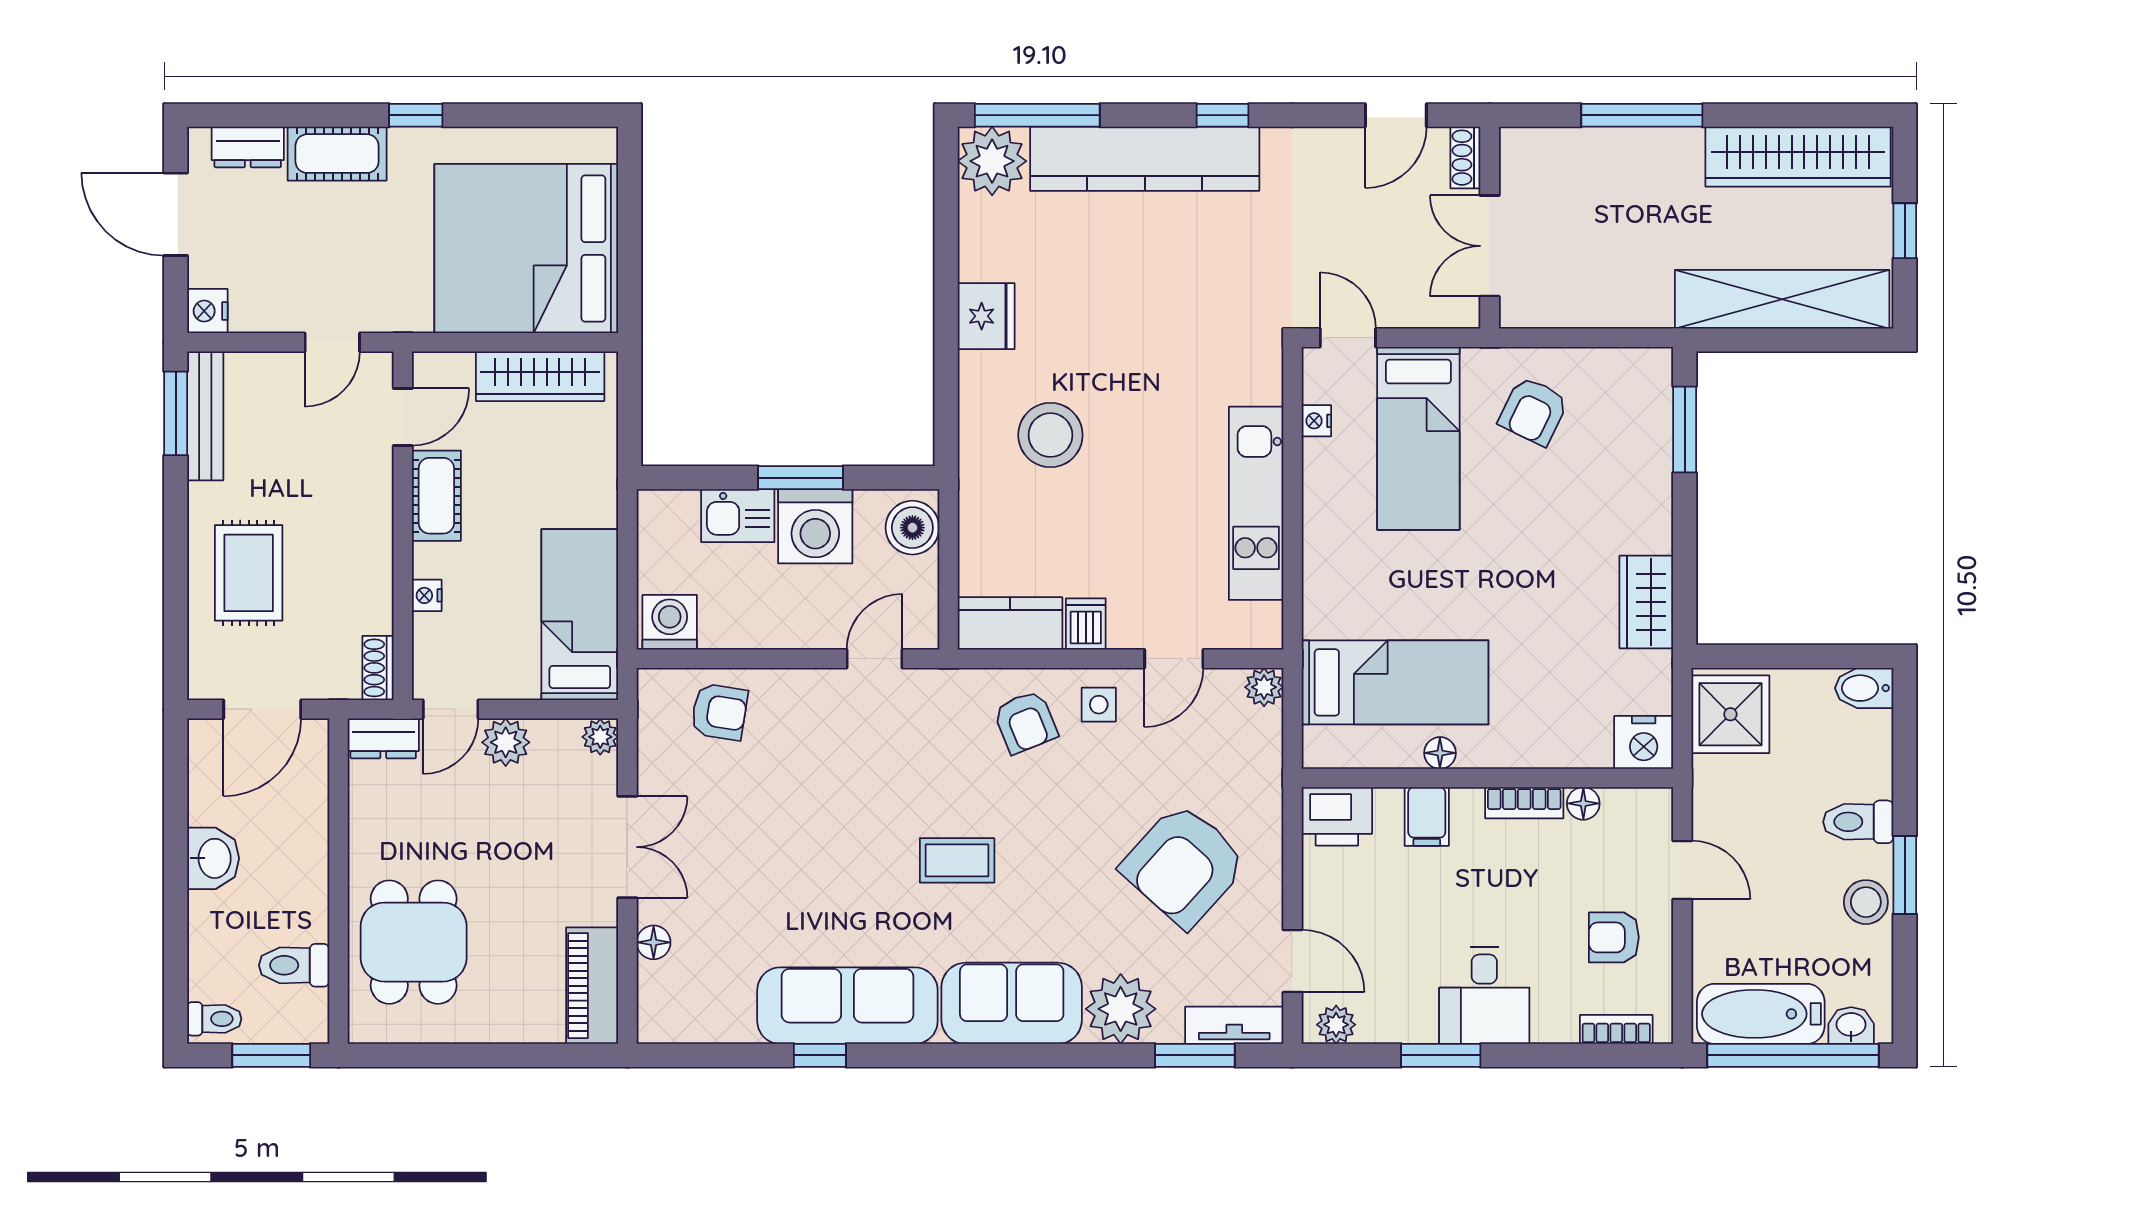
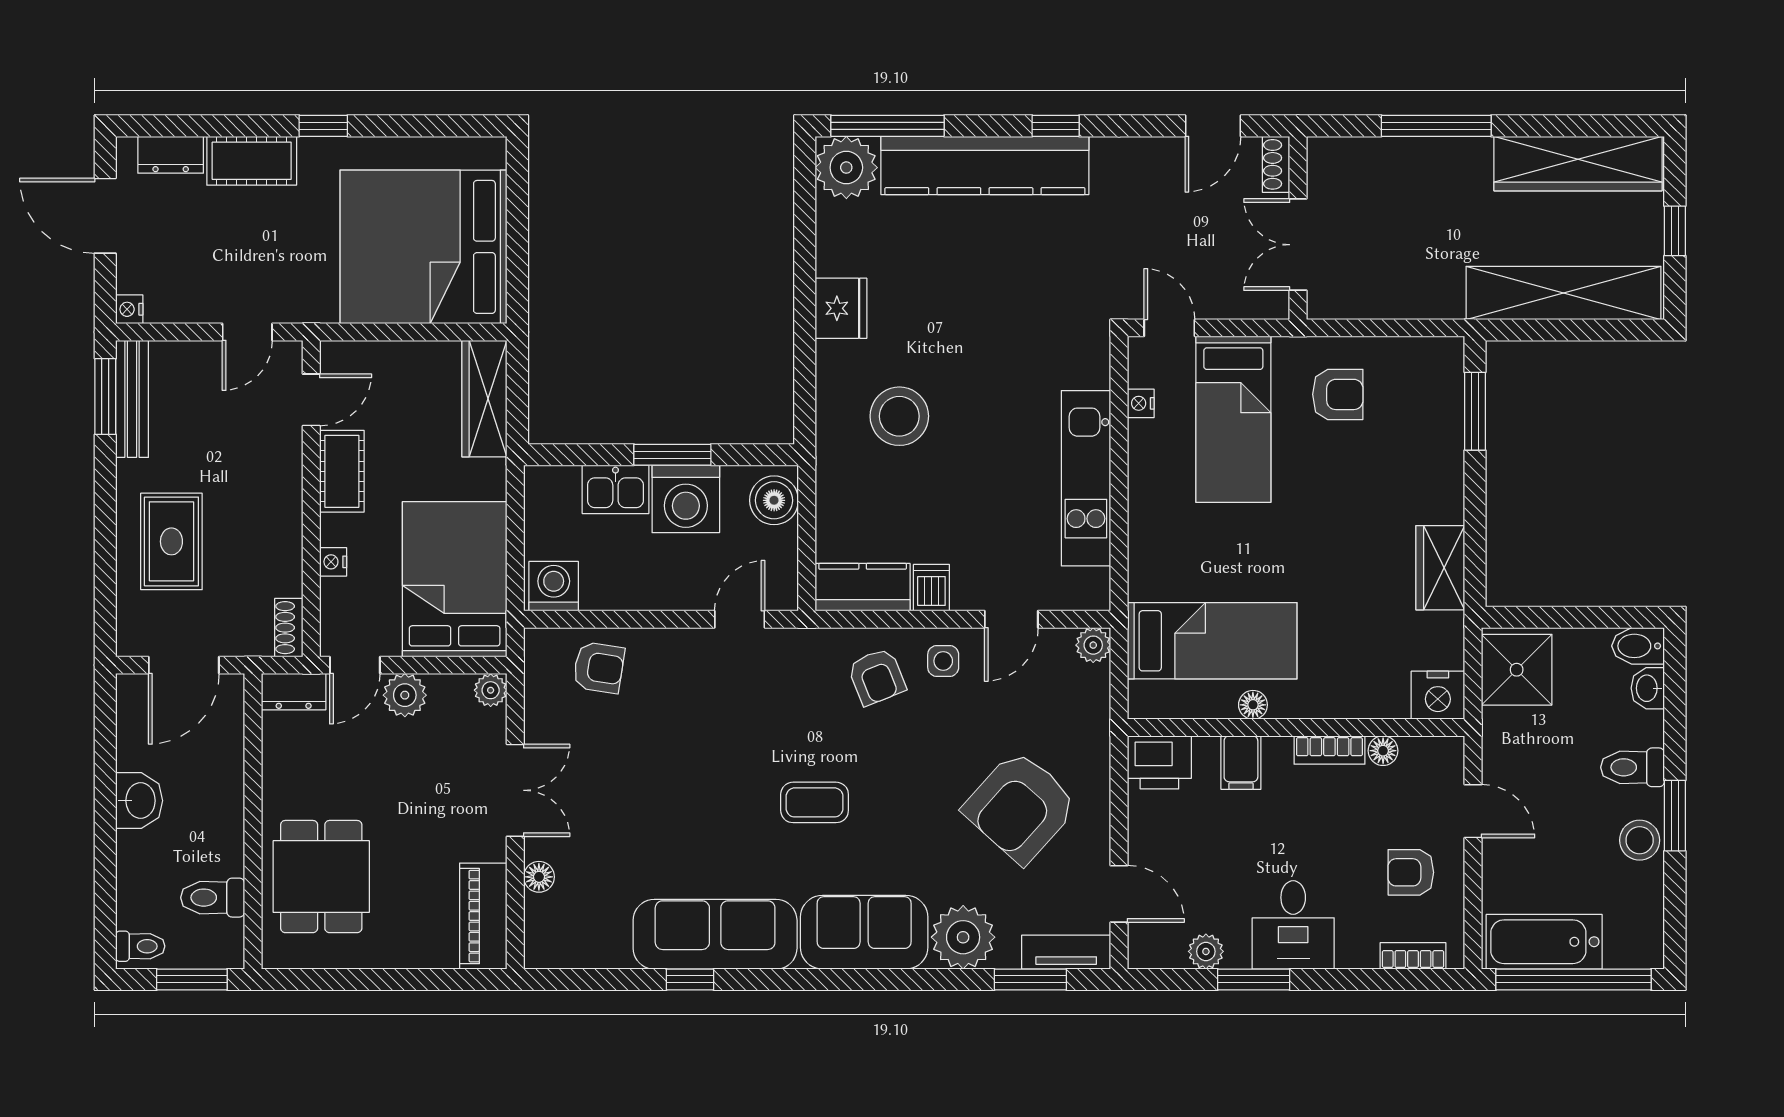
nightstand: (207, 311) -> (129, 309), width x0.72, depth x0.74
wardrobe: (540, 376) -> (484, 399), moved, turned 90
armchair: (1533, 411) -> (1338, 394), turned -116
bed: (580, 615) -> (455, 579), width x1.50
plant: (1336, 1025) -> (1206, 951), moved
washbasin: (1851, 1026) -> (1648, 688), moved, turned -90

